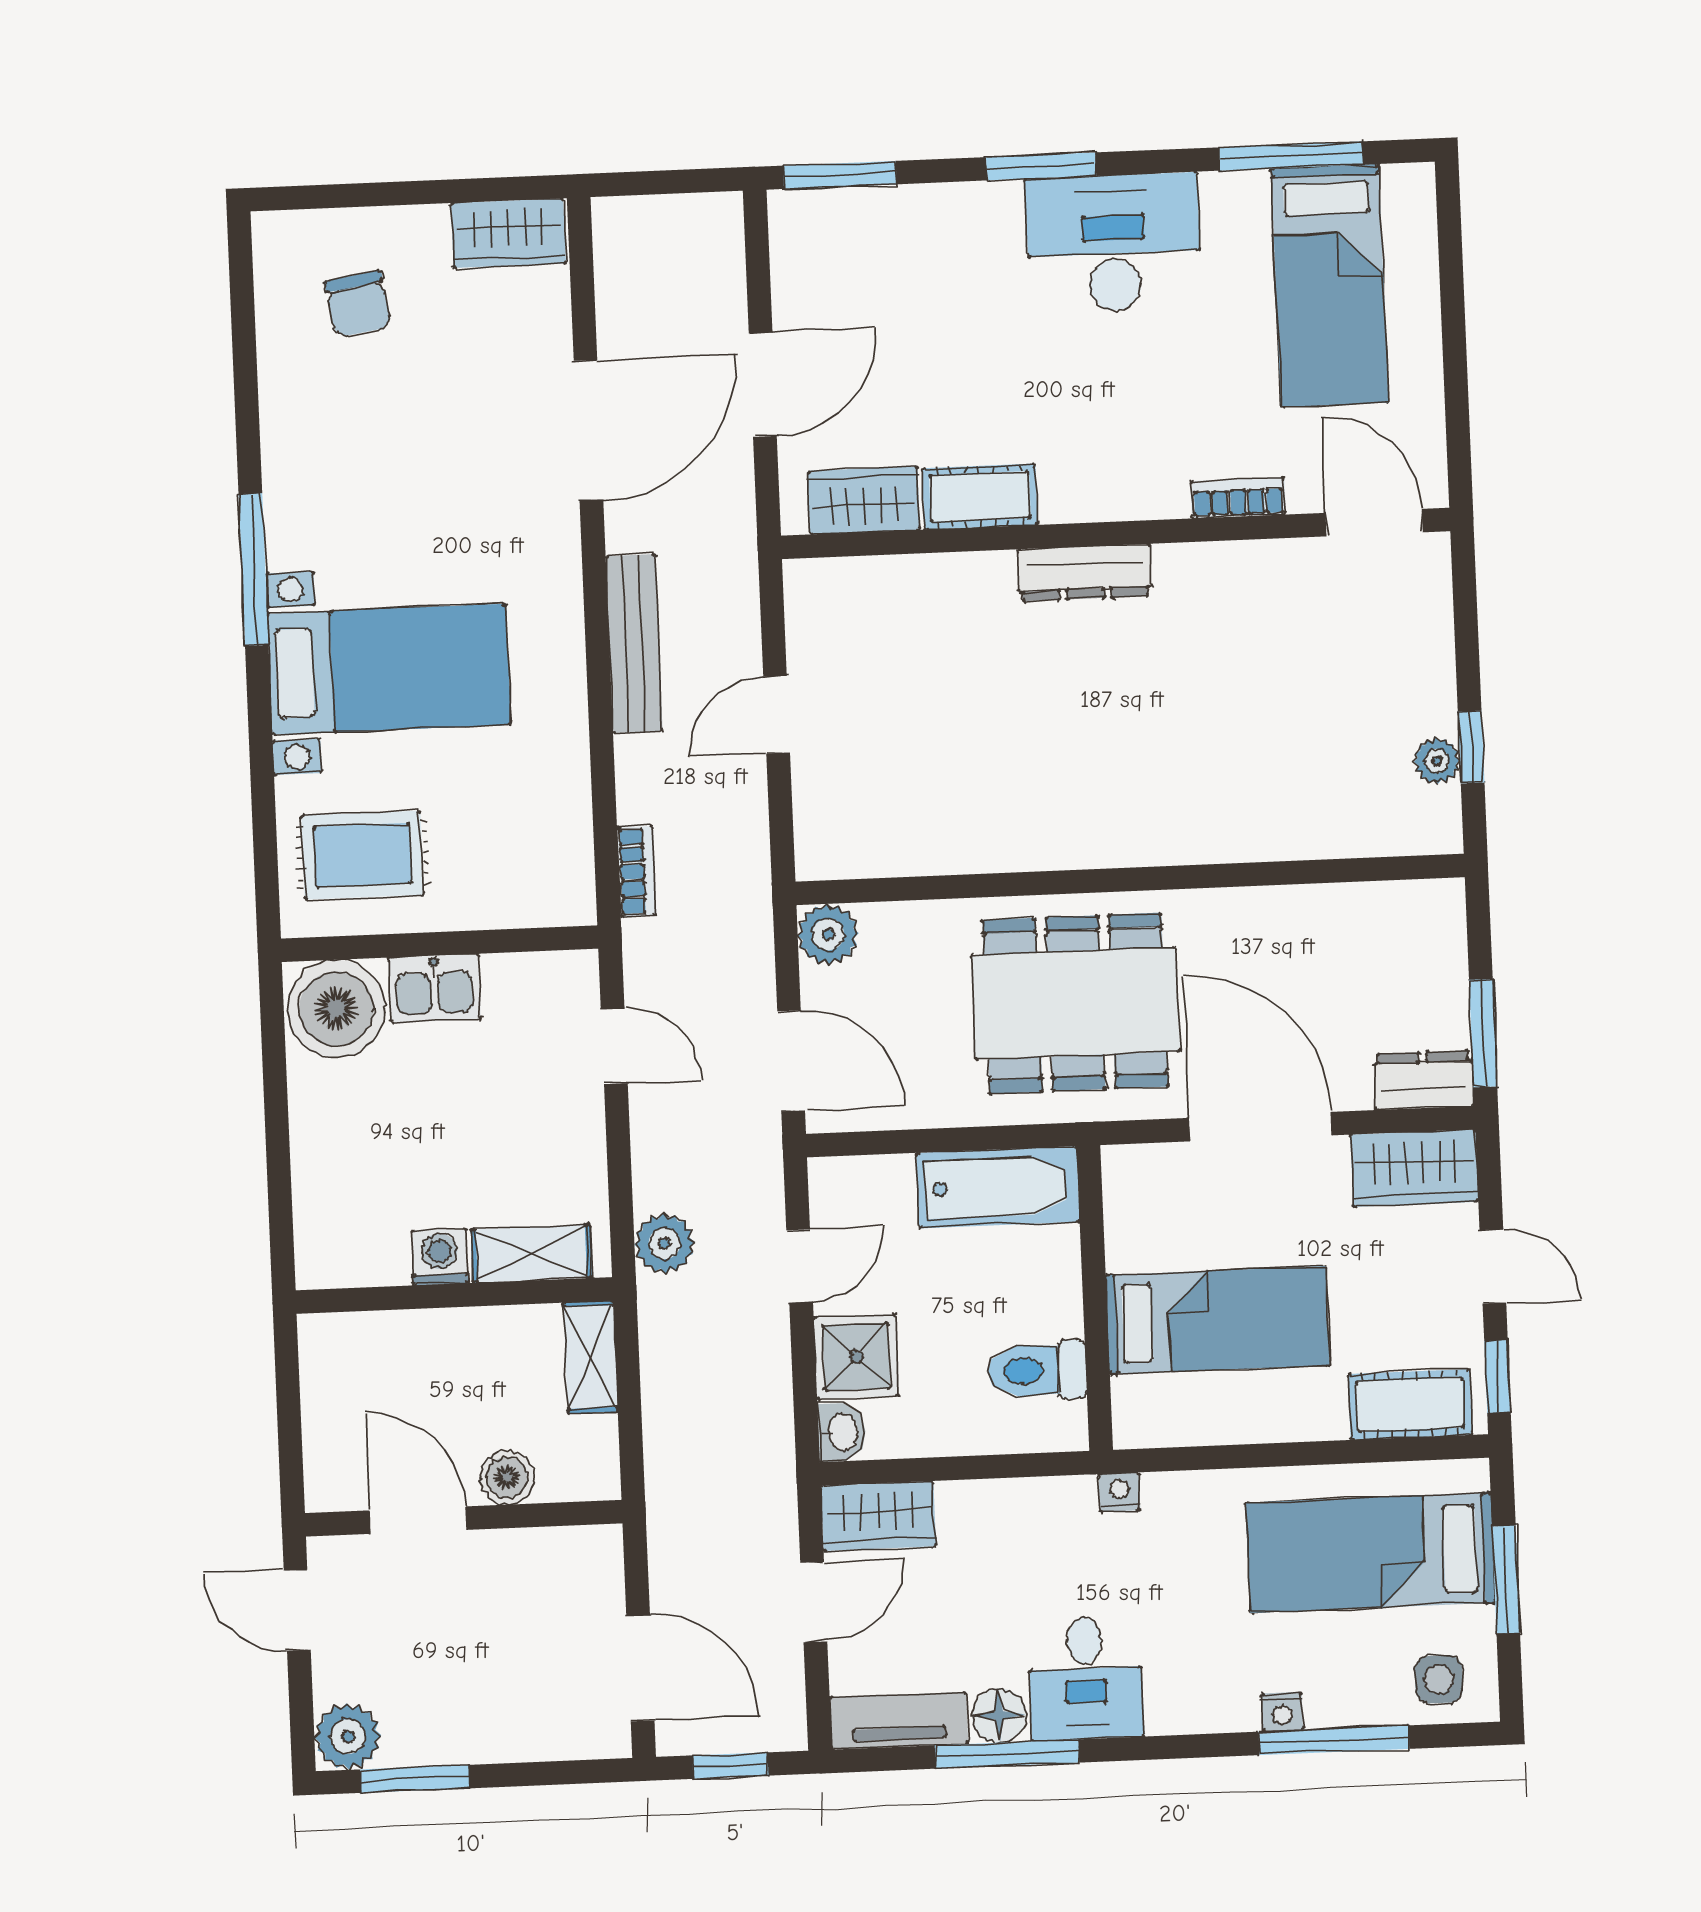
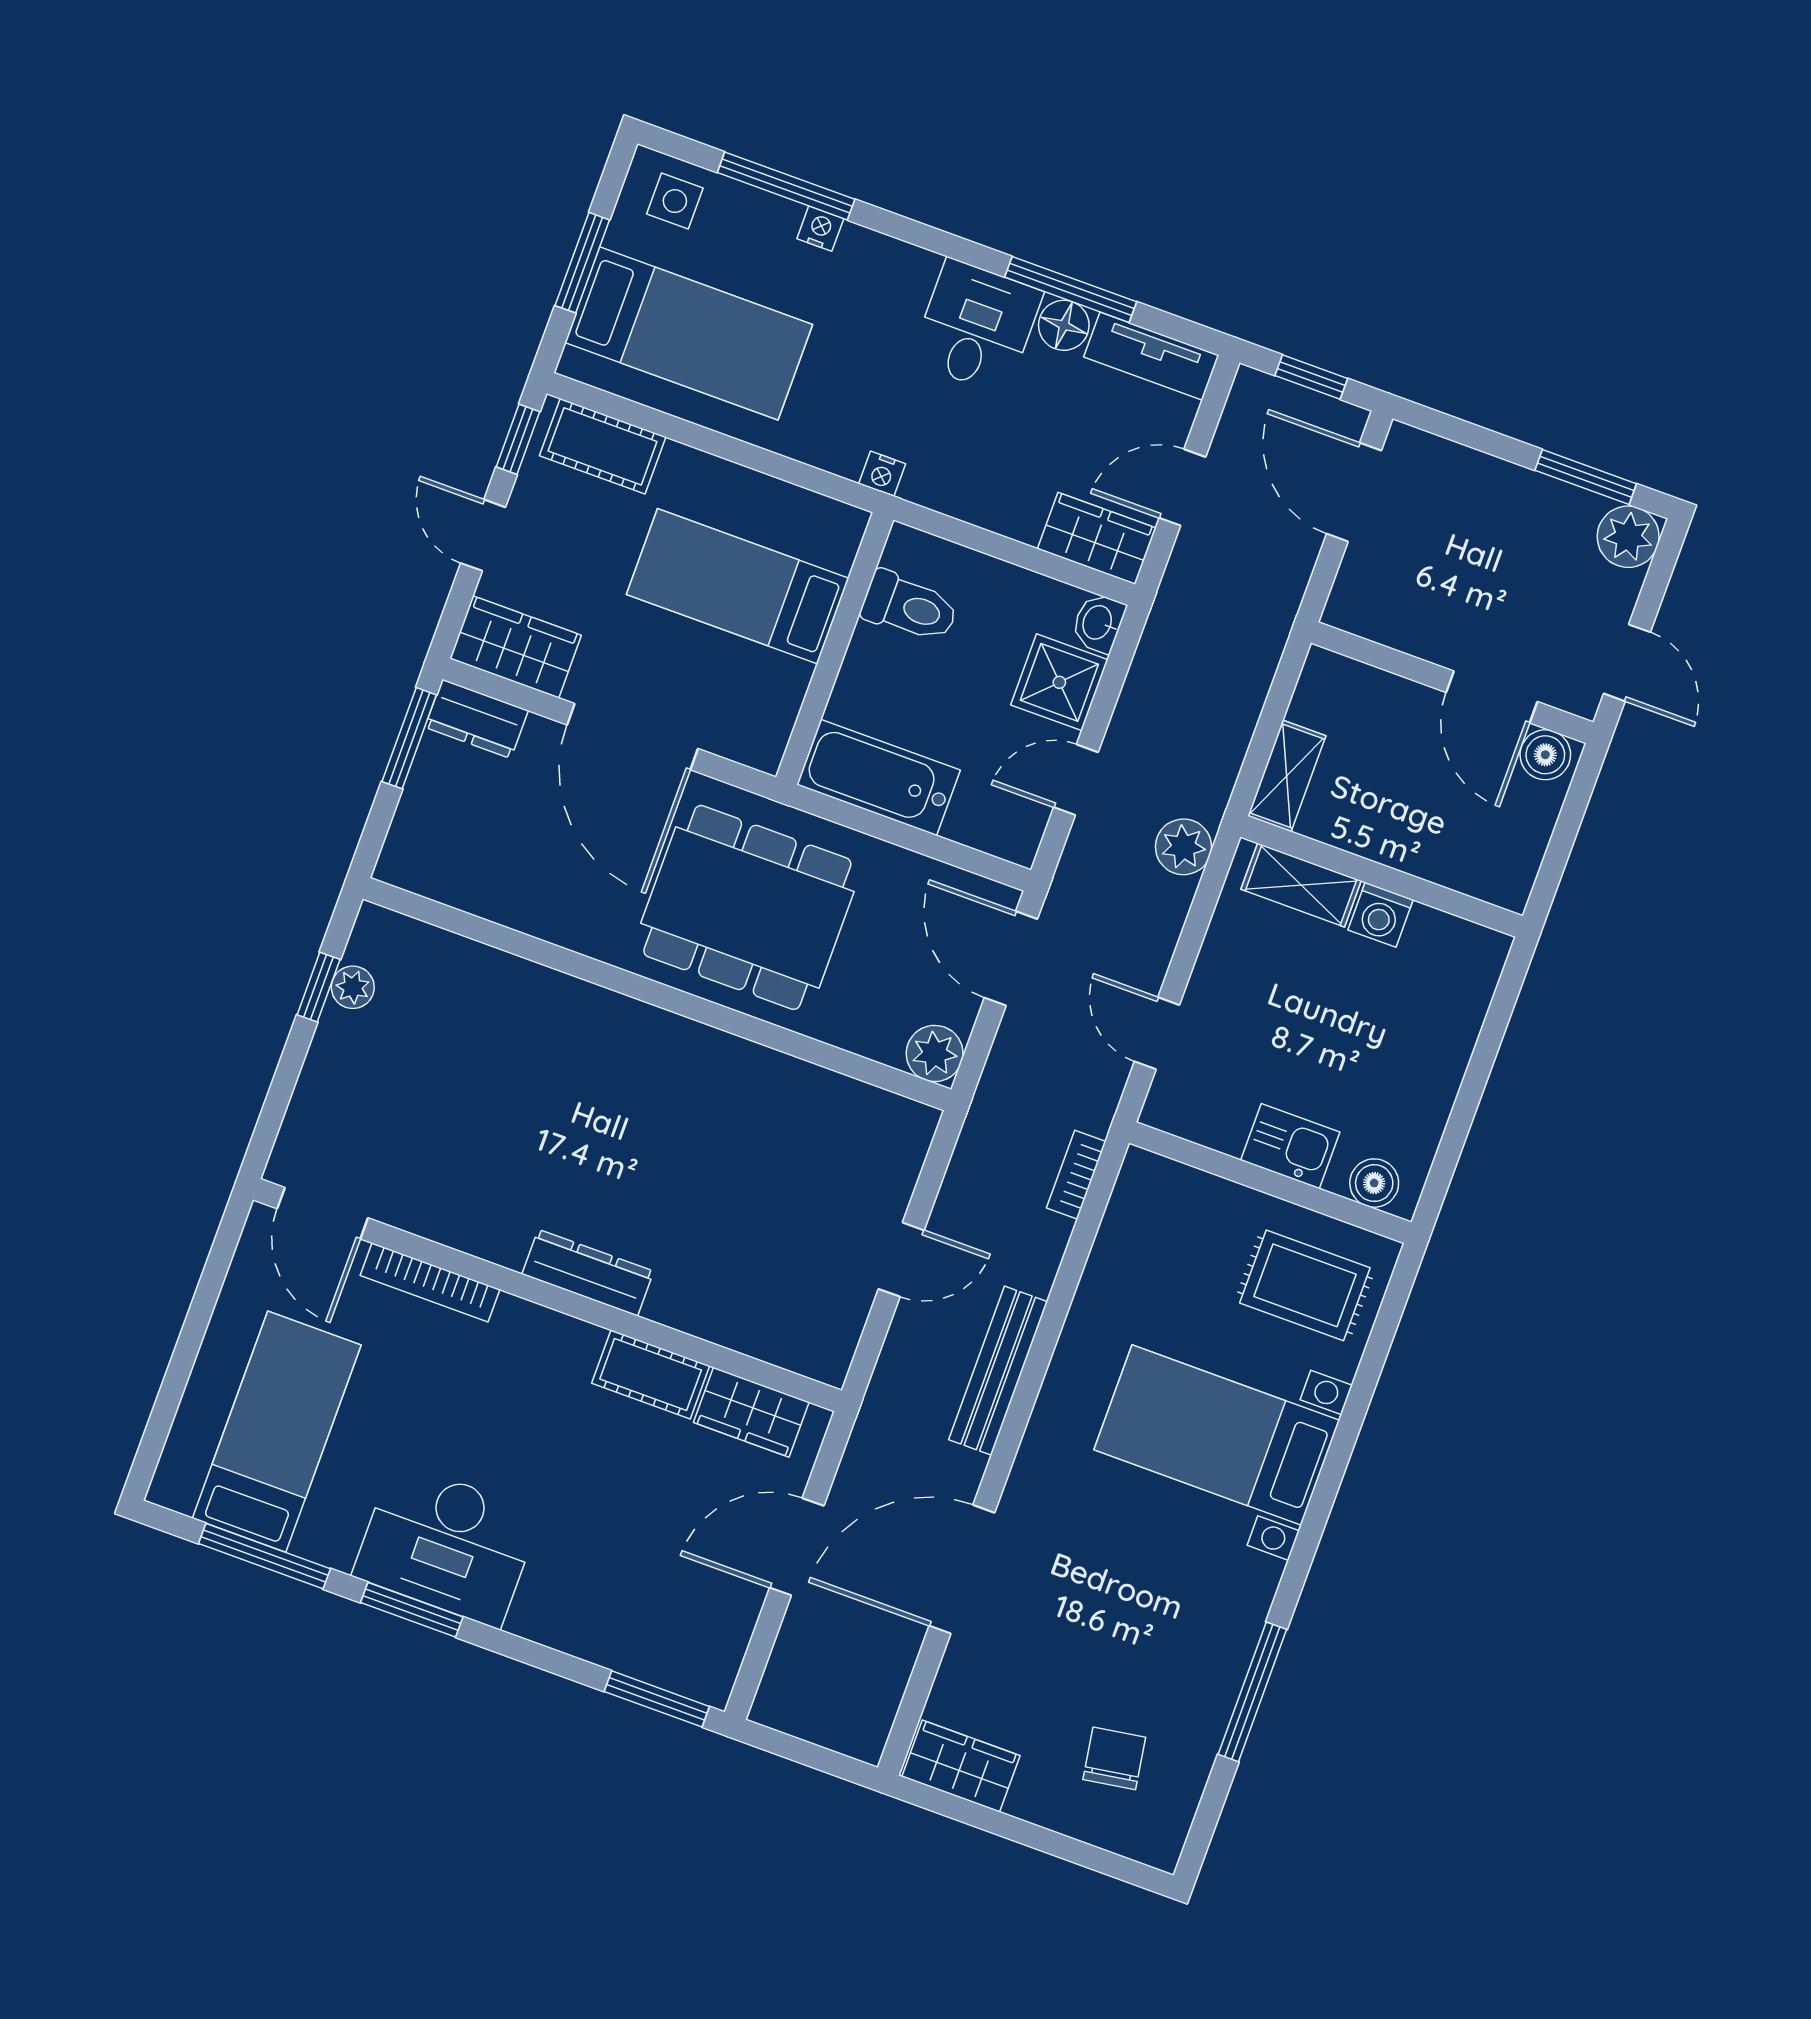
window: (1041, 166) -> (412, 1610), moved
bookcase: (1238, 498) -> (430, 1282), width x1.56
window: (254, 569) -> (1252, 1692), moved
boiler: (336, 1009) -> (1374, 1183), width x0.54, depth x0.54
boiler: (507, 1478) -> (1545, 755), moved

